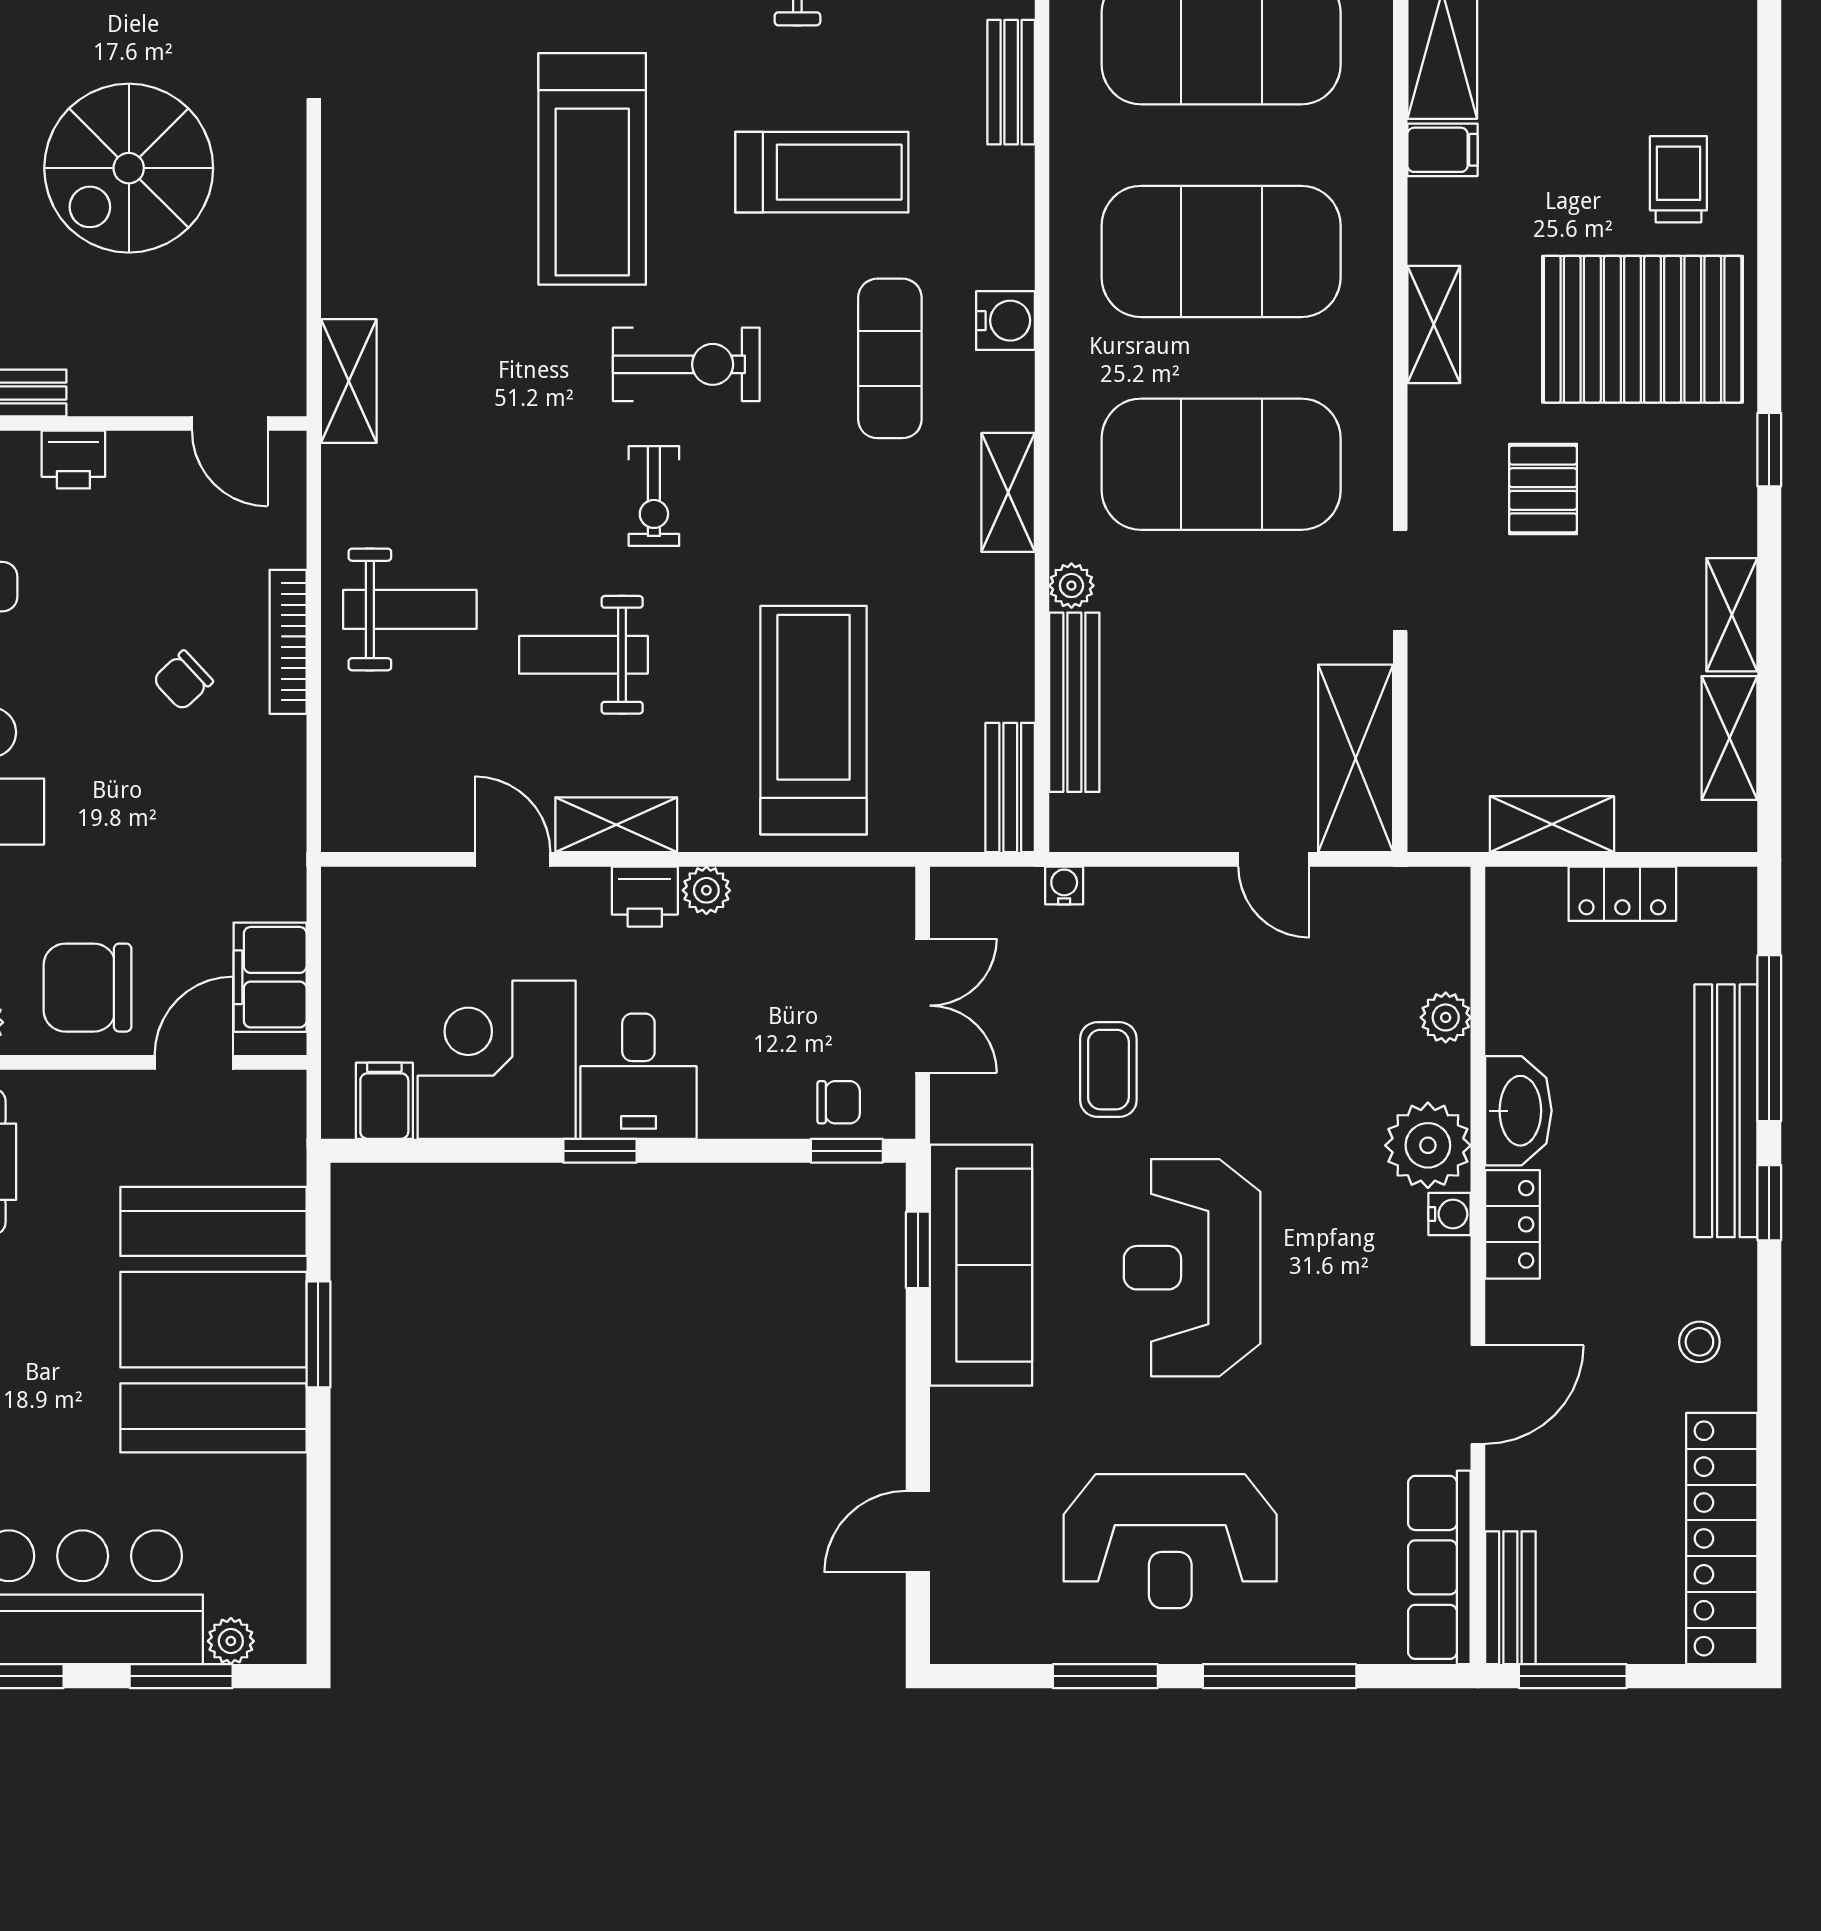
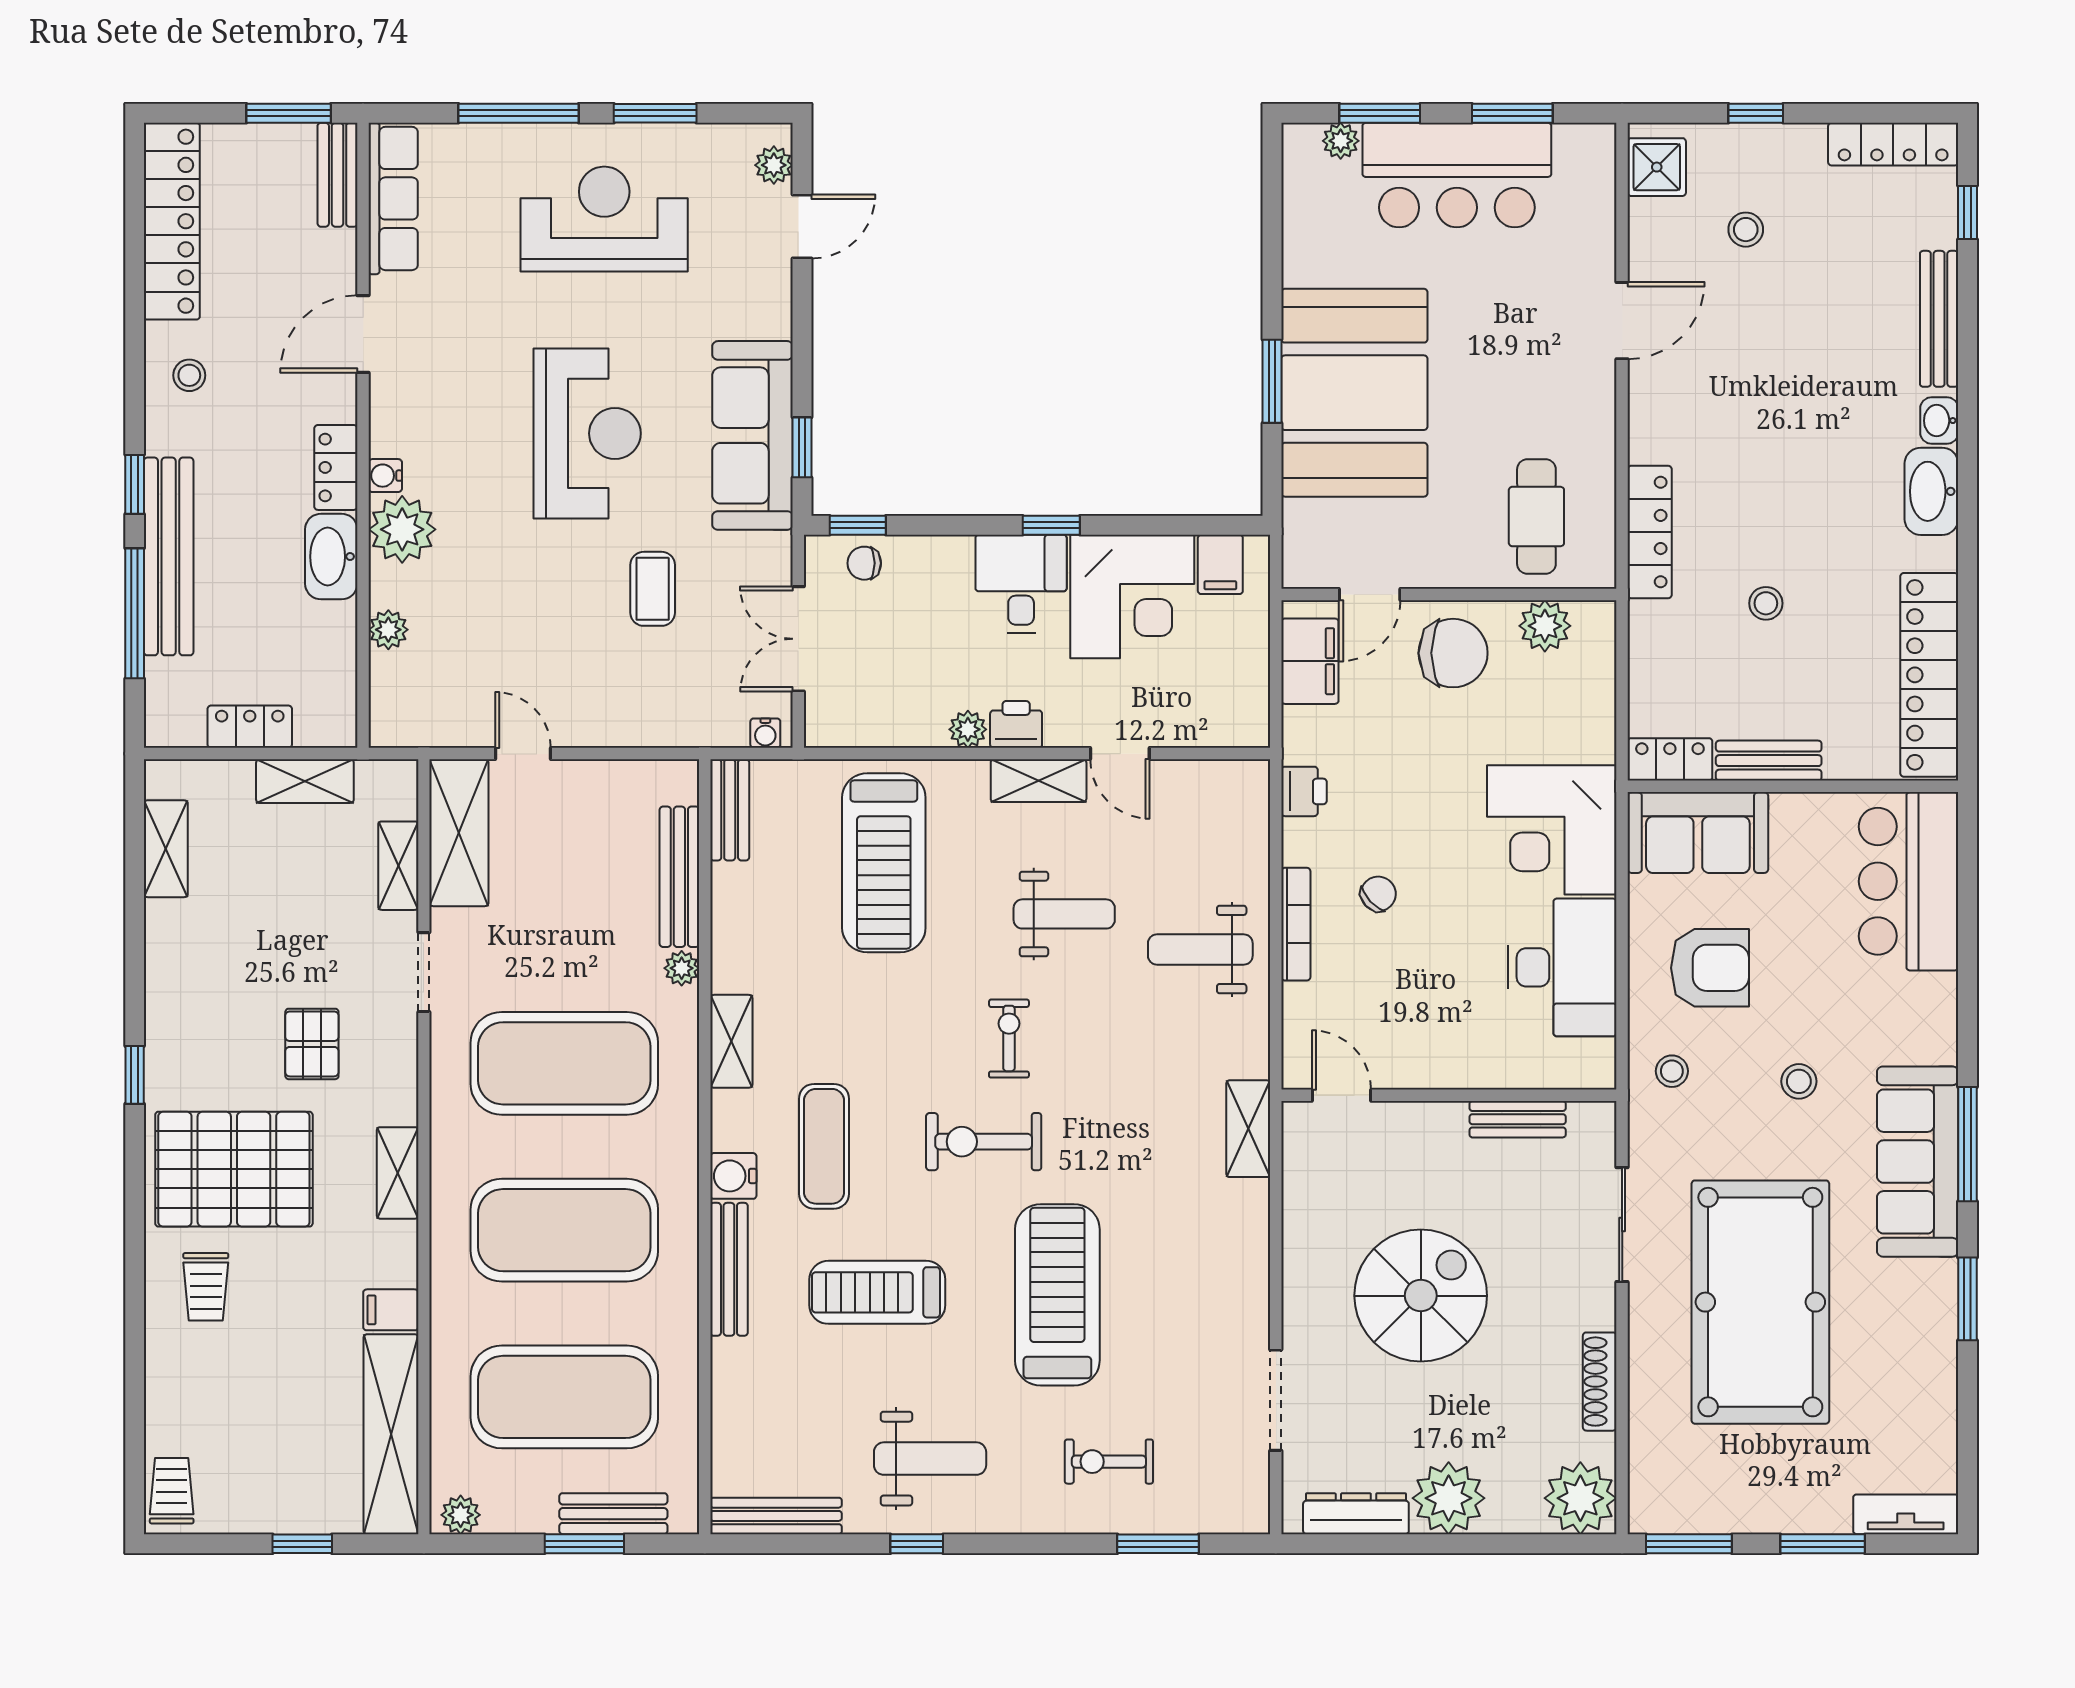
bench: (1011, 82) -> (729, 1269), moved, width x1.36
printer: (73, 460) -> (1304, 791), moved, turned 90
shelving: (1732, 615) -> (398, 866), moved
water cooler: (1064, 885) -> (765, 733), moved
plant: (954, 1610) -> (774, 165), added

